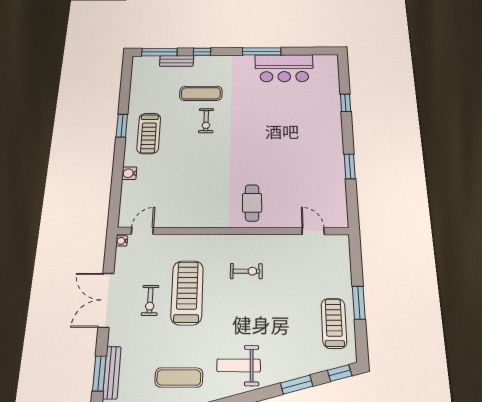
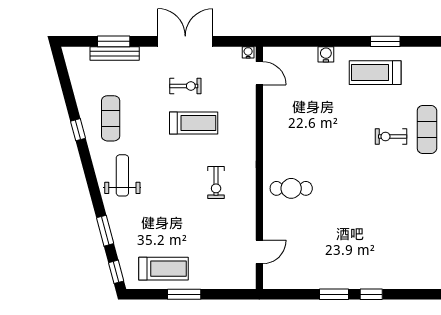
window: (346, 103) -> (371, 294), moved
treadmill: (187, 292) -> (194, 123), width x0.73, depth x0.73
exercise bike: (150, 300) -> (185, 86), turned 180

